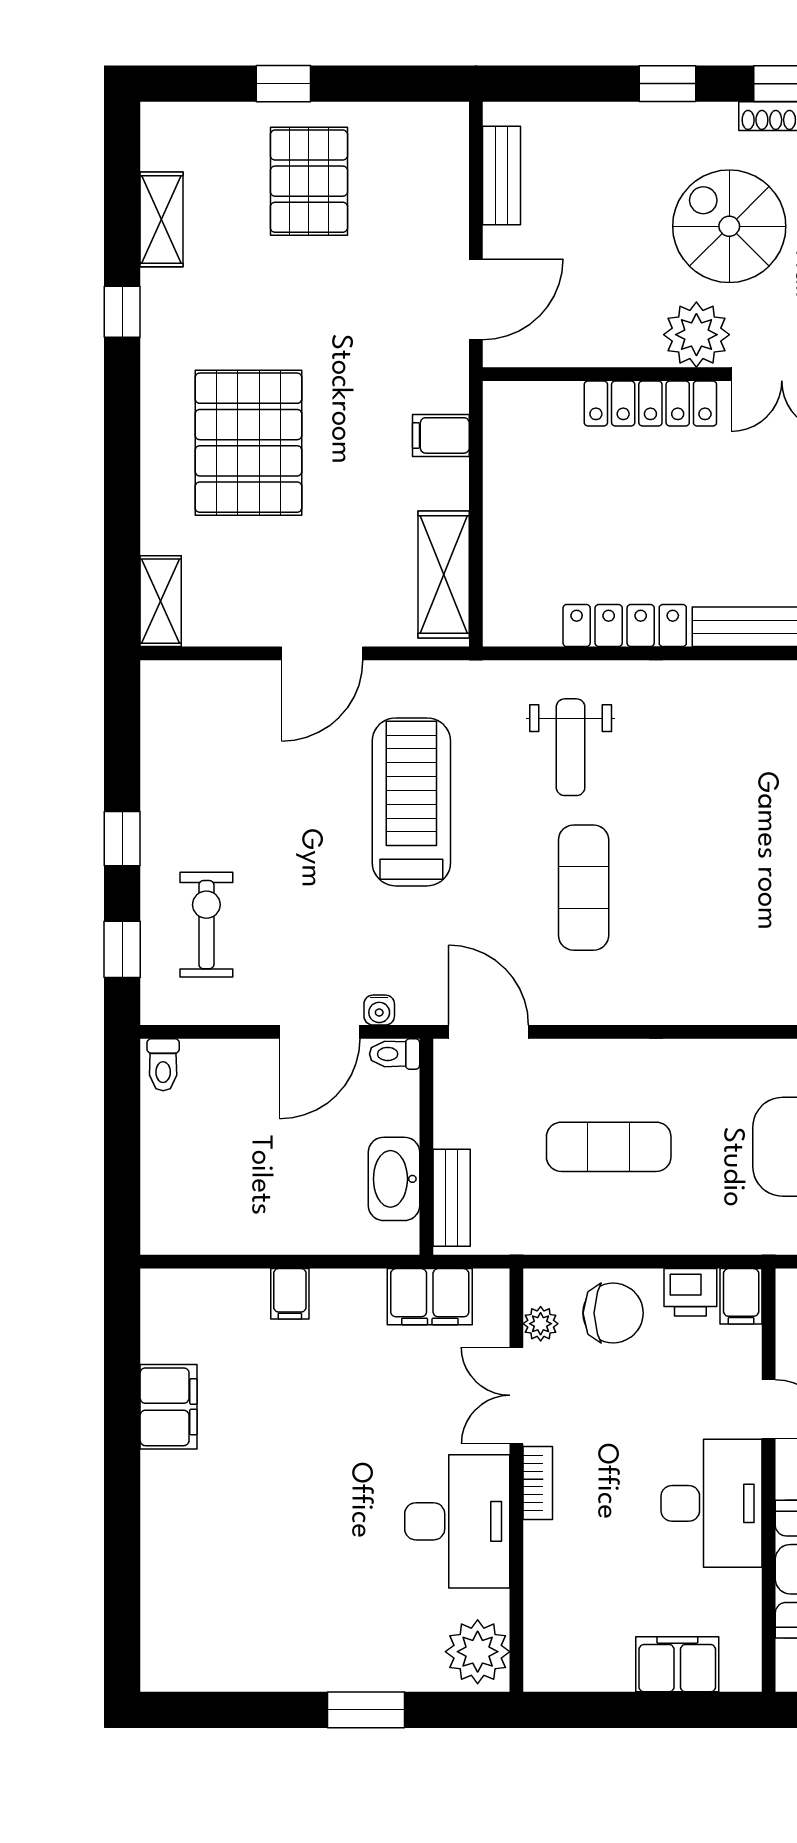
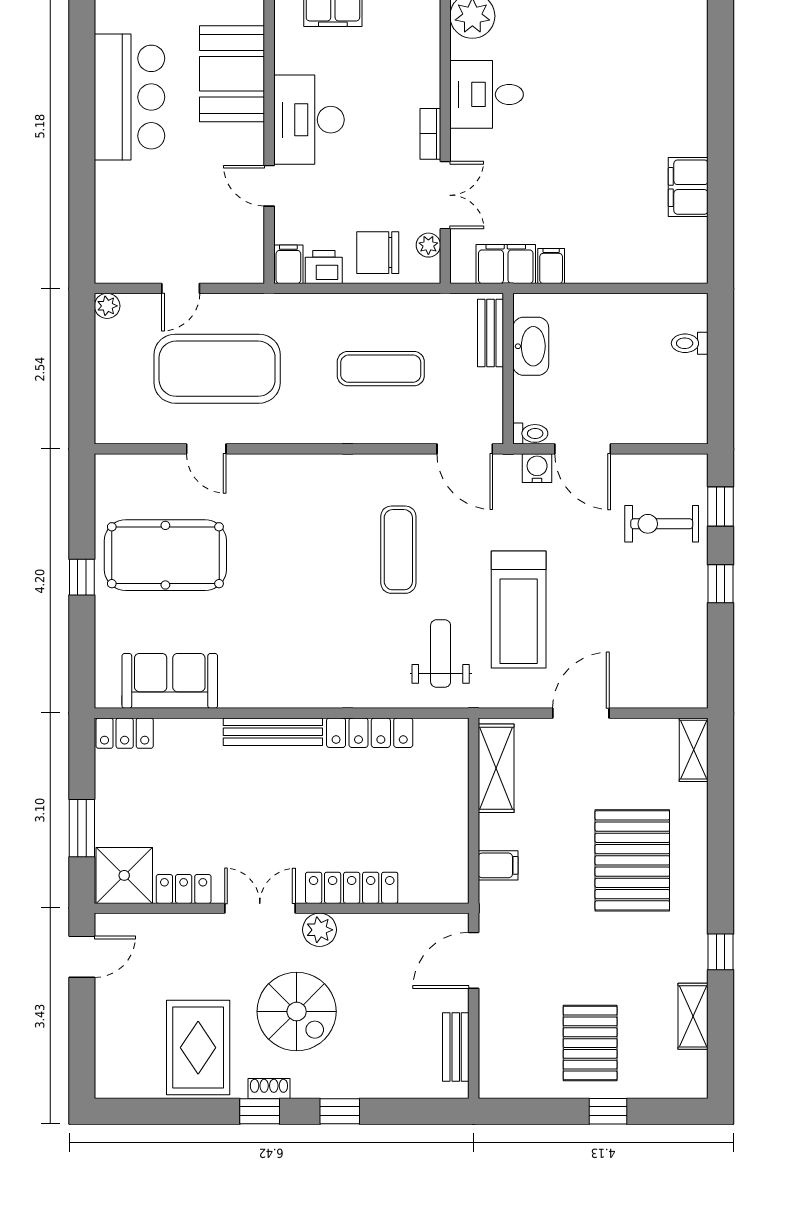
plant: (696, 335) -> (320, 930), width x0.73, depth x0.73
weight bench: (571, 747) -> (441, 654), moved
exercise bike: (206, 925) -> (662, 524), turned 90
water cooler: (379, 1010) -> (537, 468), width x1.38, depth x1.38
door: (320, 1032) -> (583, 449), swing flipped
toilet: (163, 1065) -> (690, 343), moved, turned -90
filing cabinet: (290, 1294) -> (551, 266), moved
desk: (457, 1521) -> (487, 94), width x0.73

